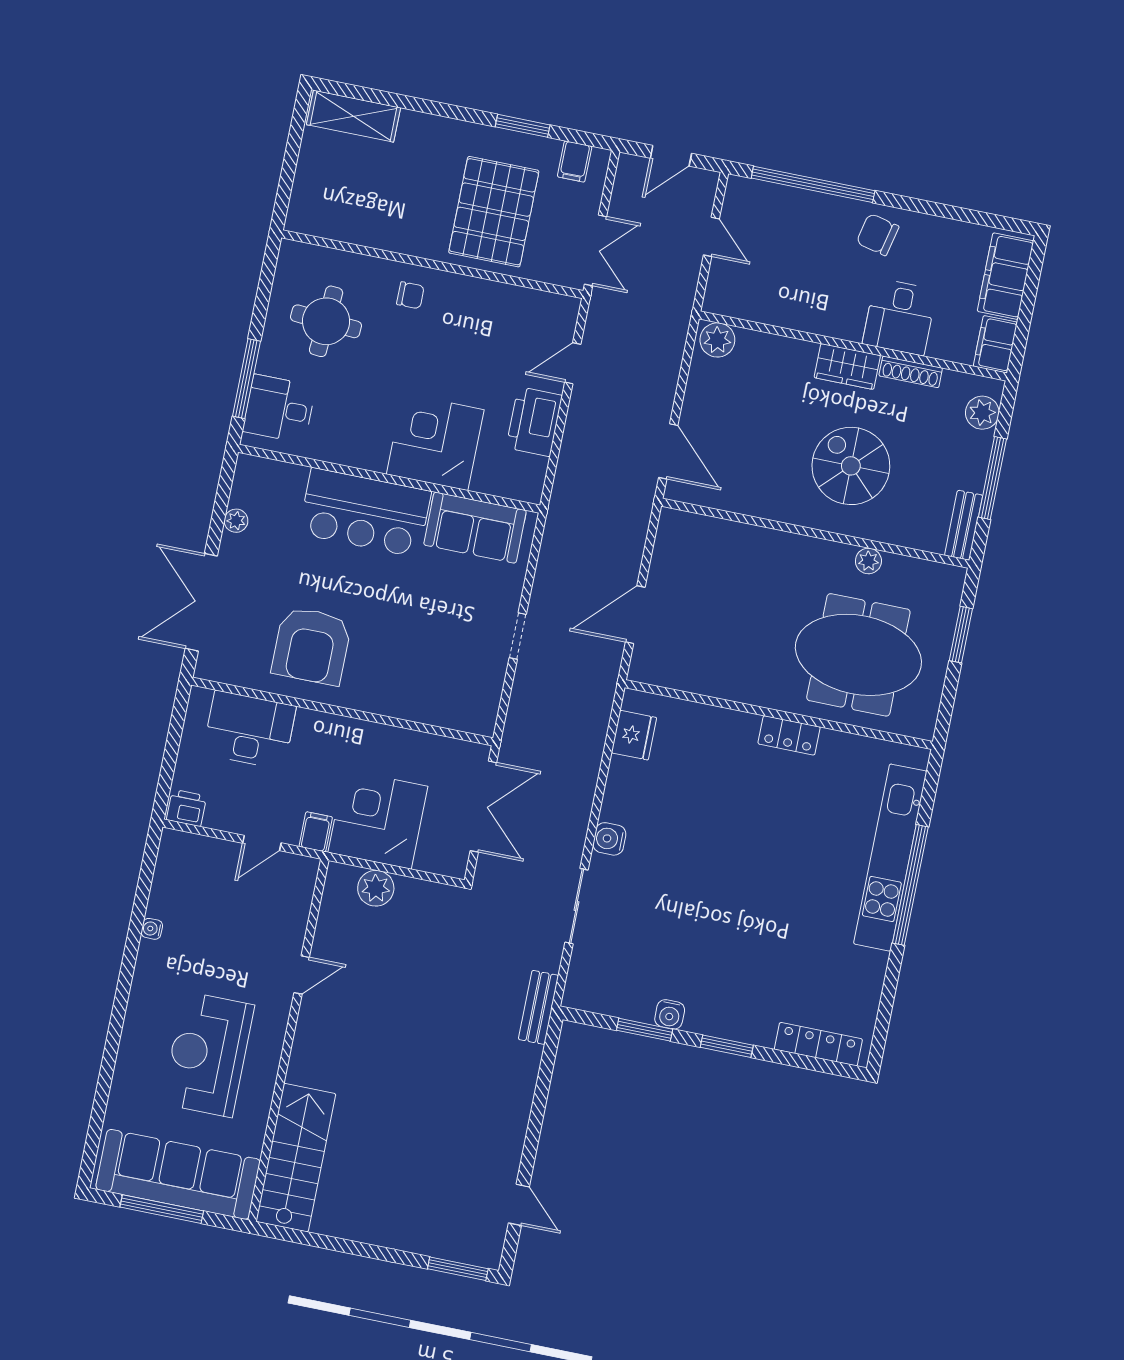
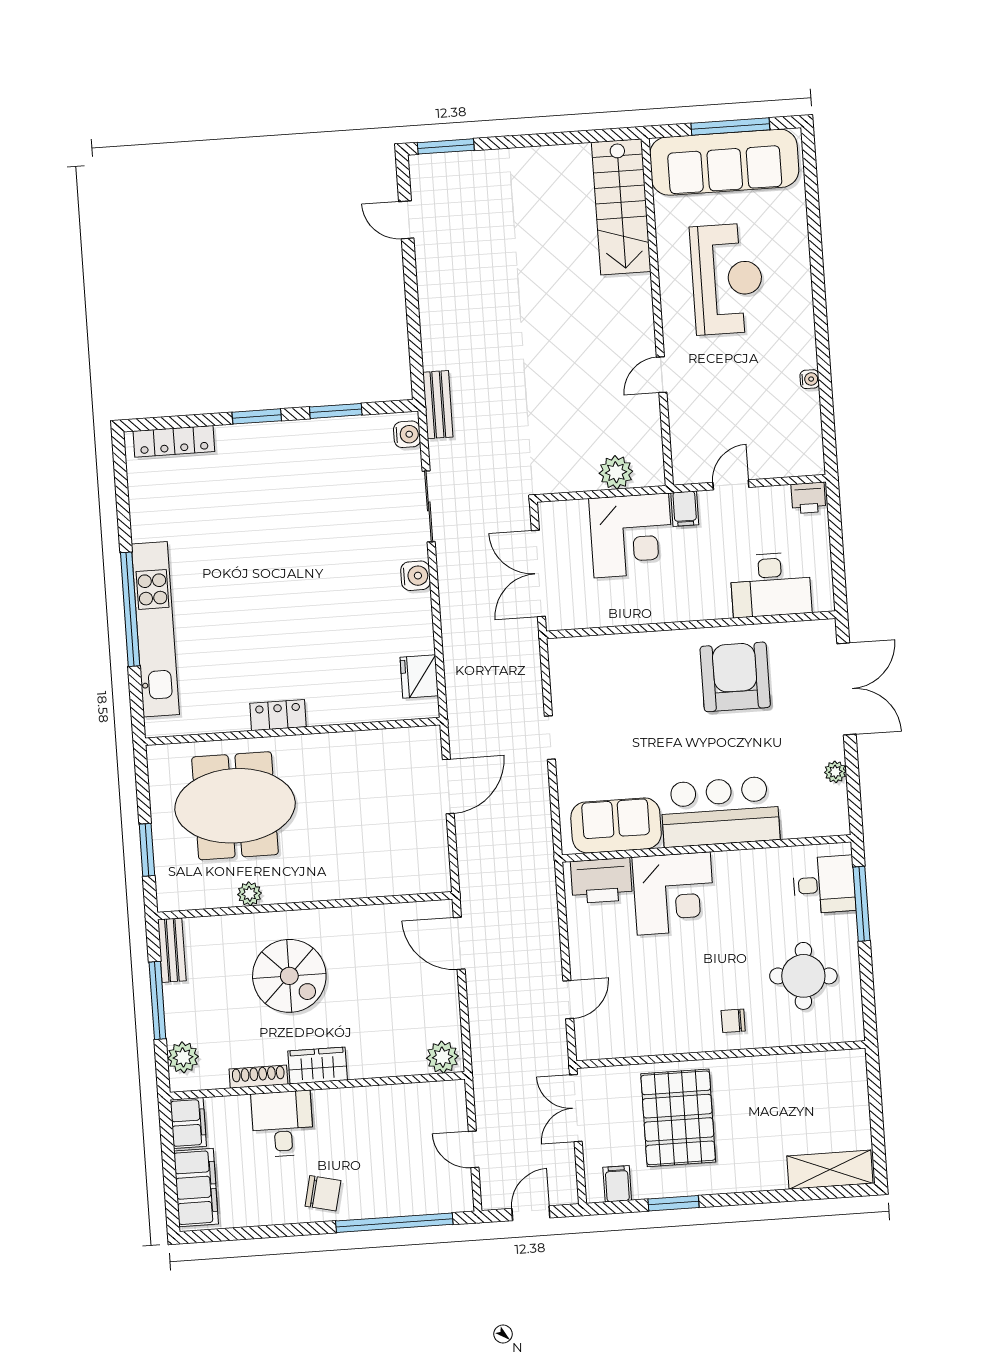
printer: (534, 422) -> (601, 881), moved, turned 90
water cooler: (670, 1014) -> (407, 434), moved, turned 90

